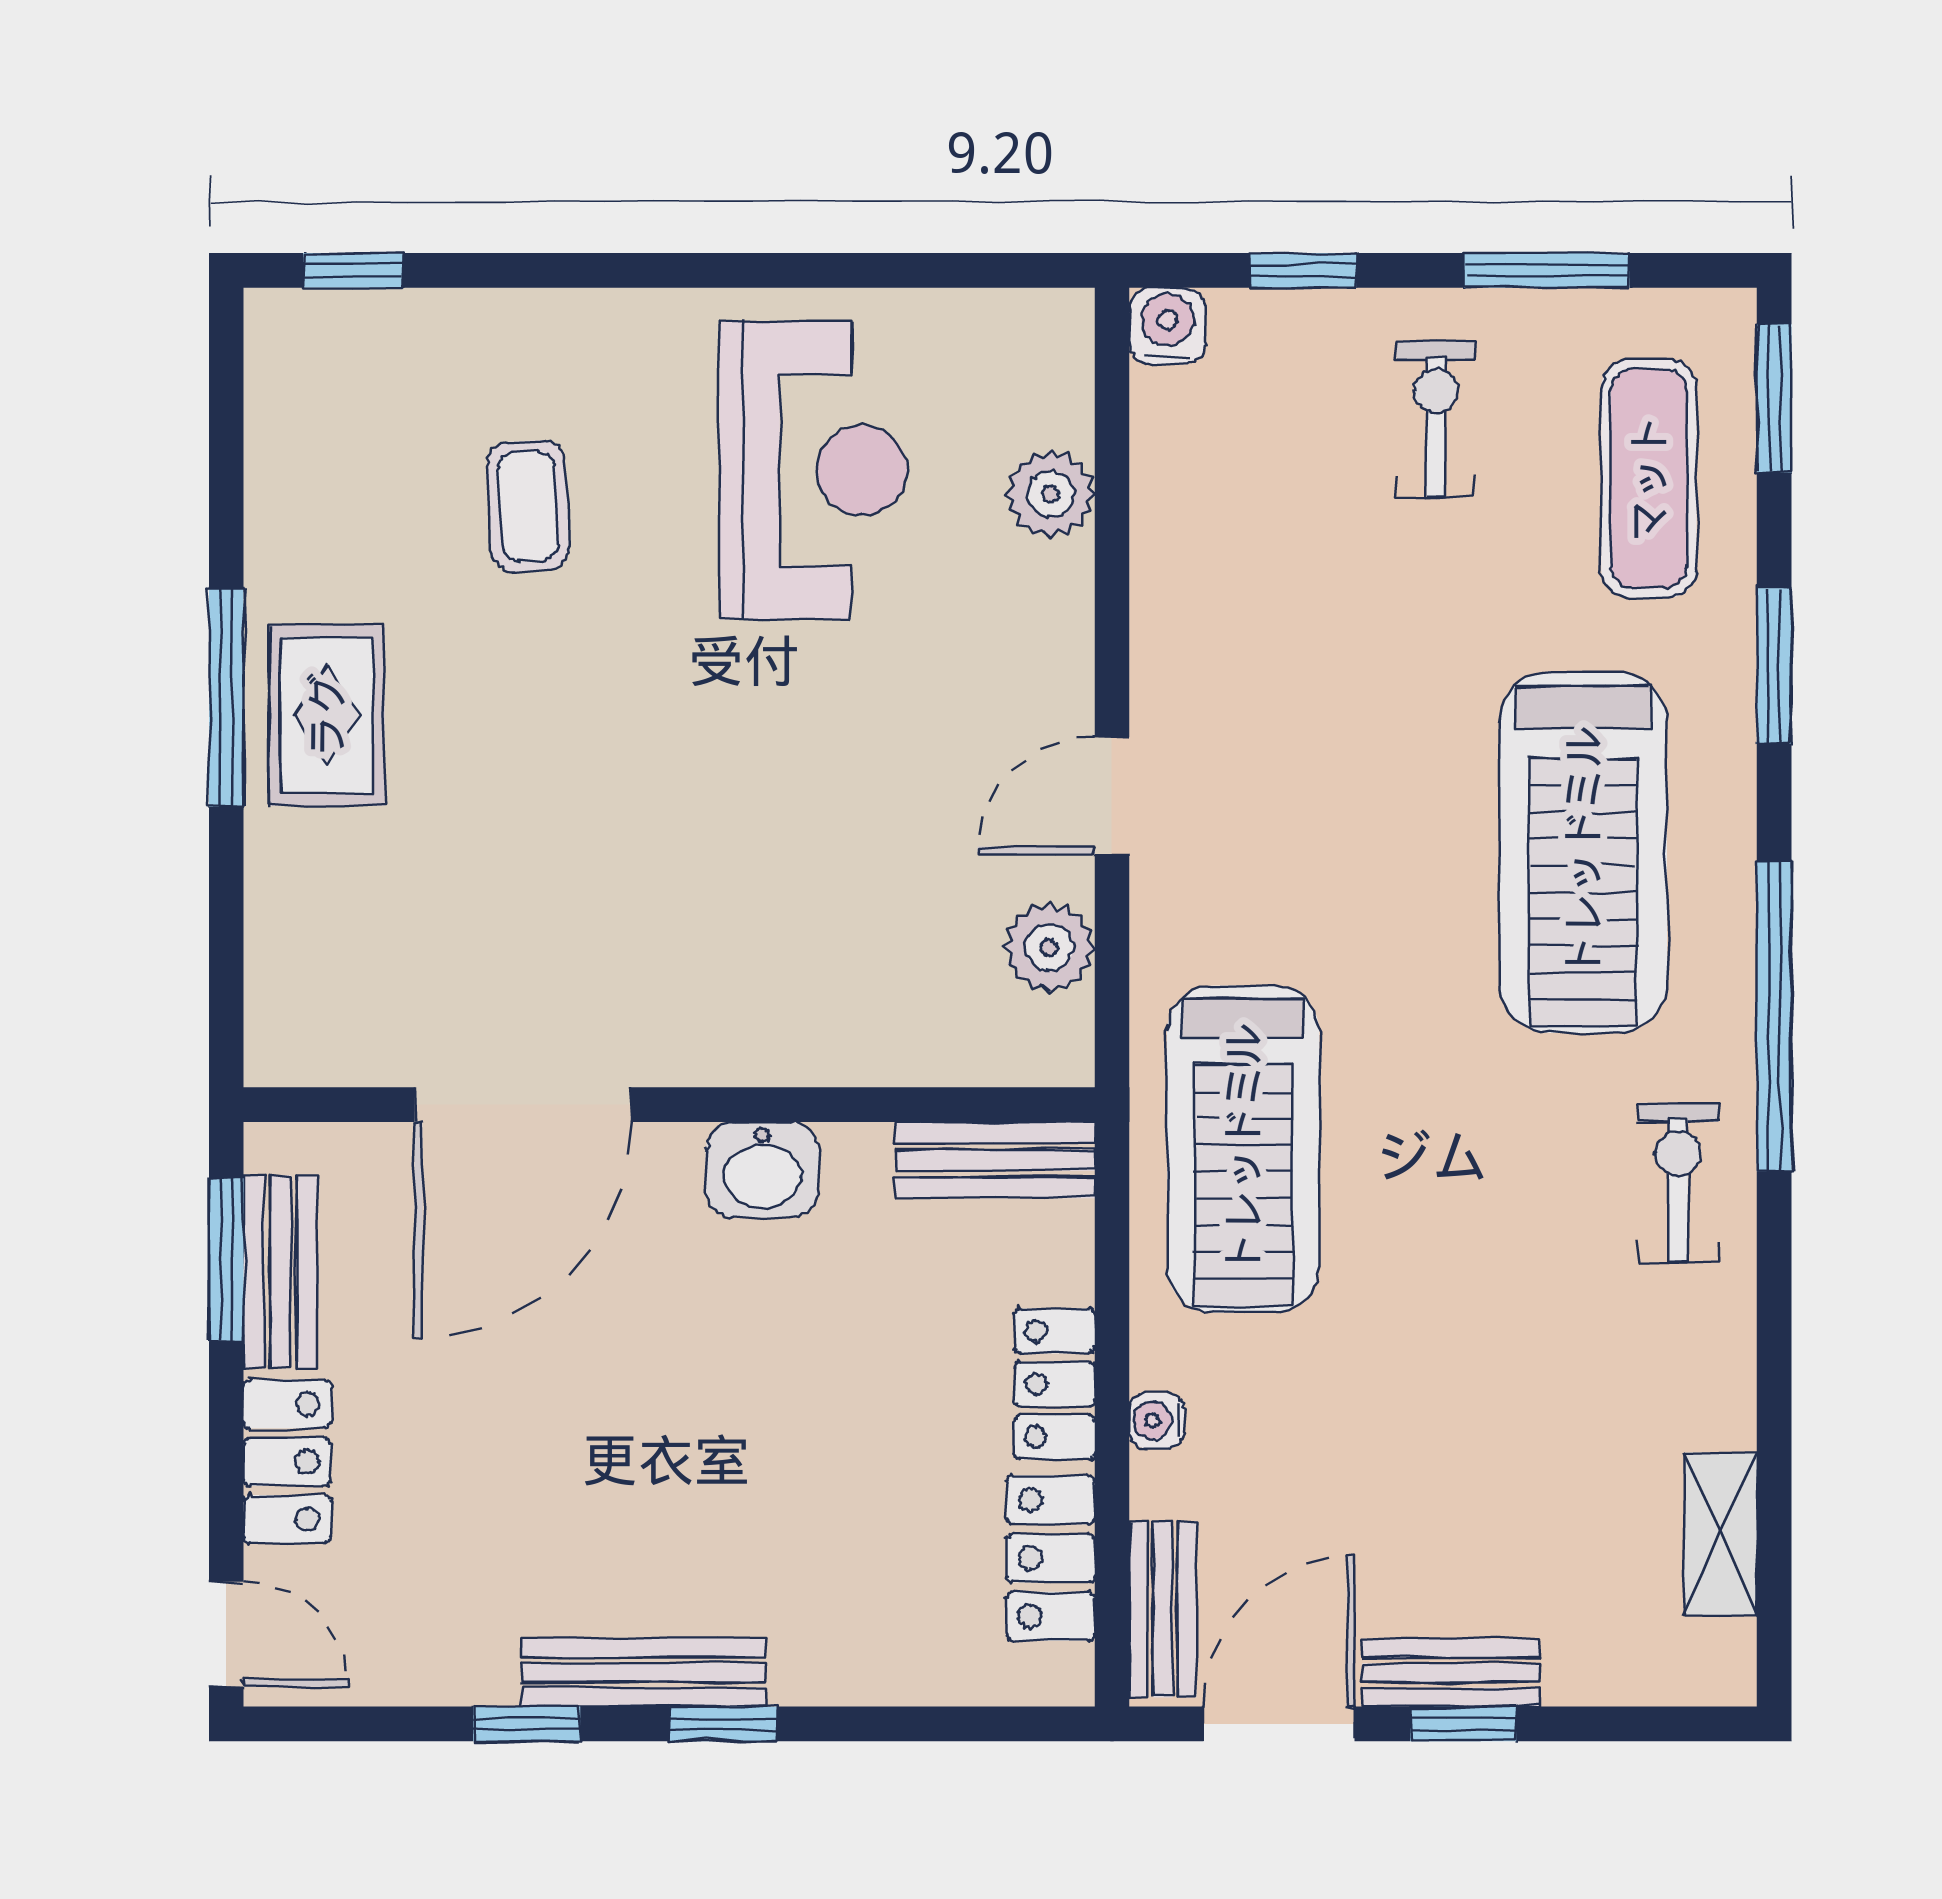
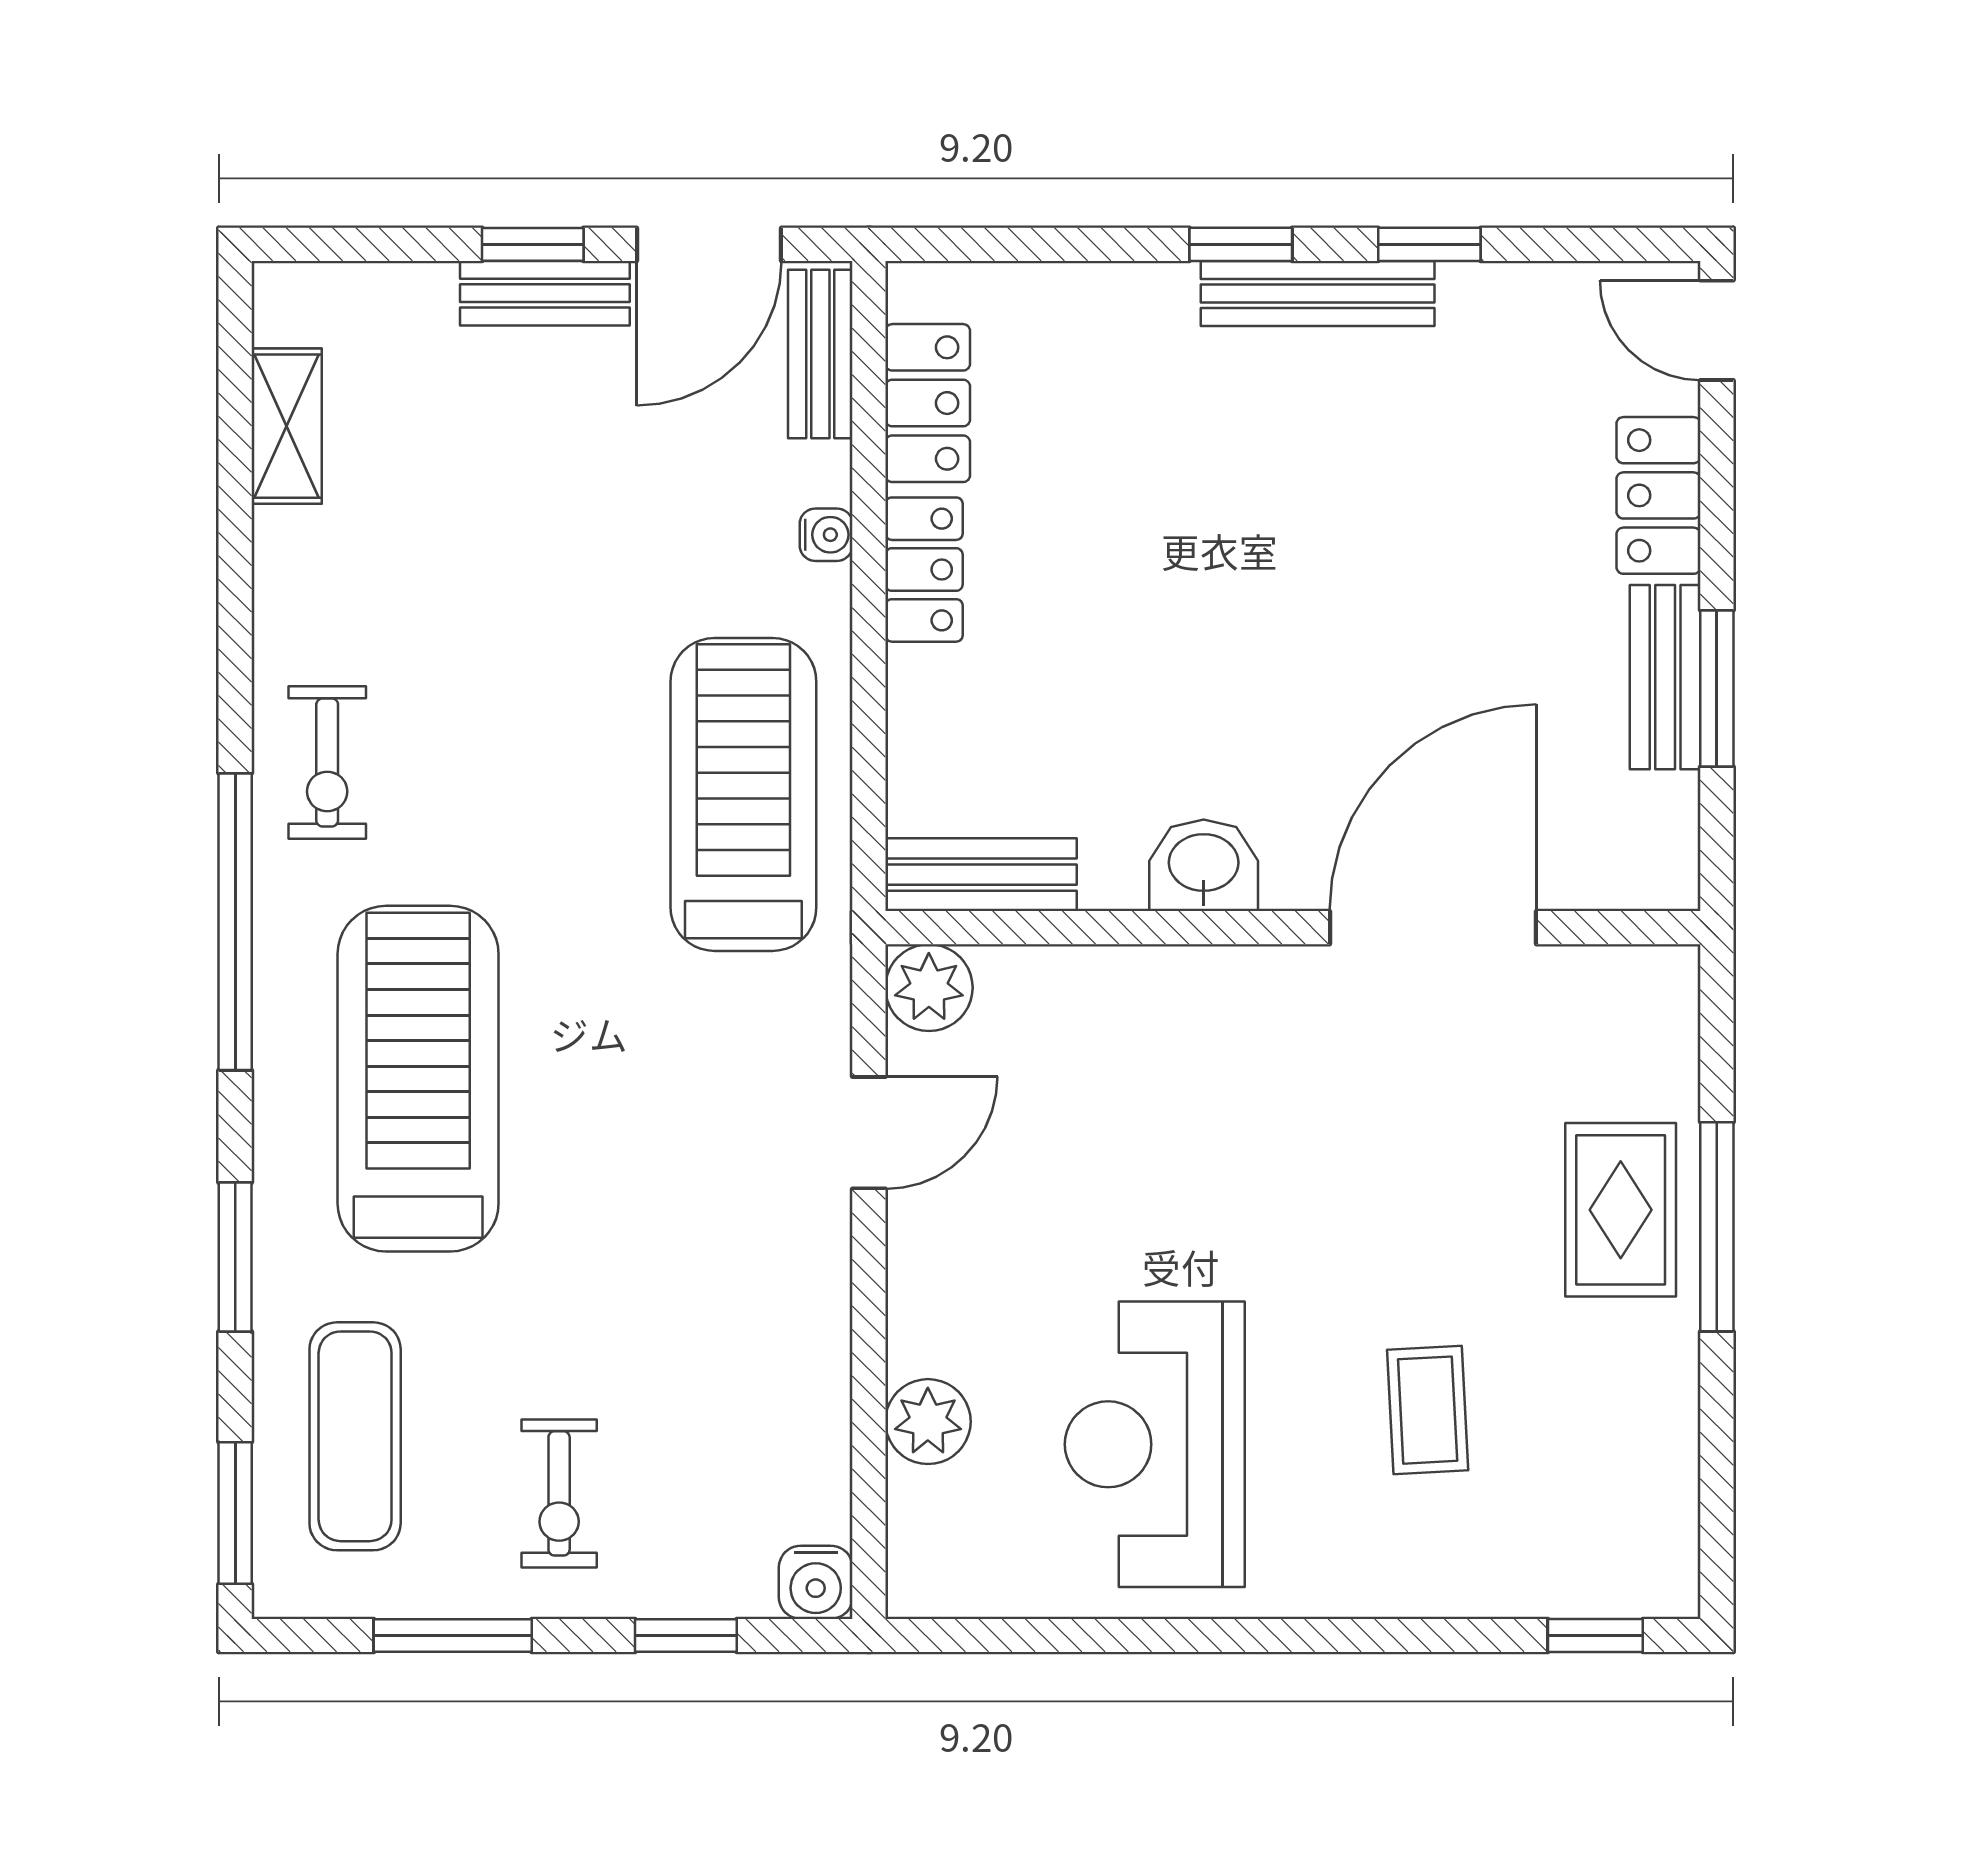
door: (523, 1105) -> (1433, 928), moved
wall: (669, 1105) -> (1293, 928), moved
bench: (995, 1160) -> (981, 875), moved
washbasin: (762, 1170) -> (1204, 865), moved

